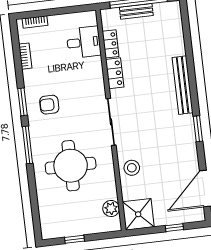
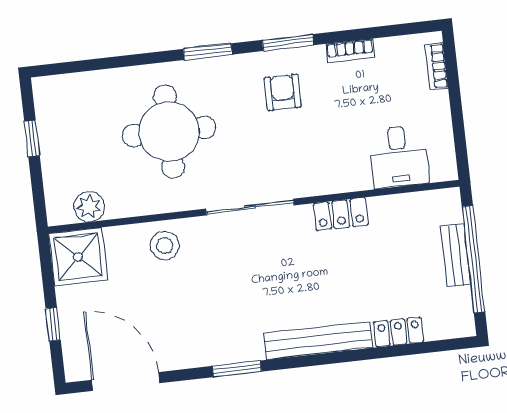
locker: (111, 44) -> (399, 332), moved, turned 180
bookcase: (25, 56) -> (350, 51), moved
window: (28, 145) -> (208, 52), width x0.69

